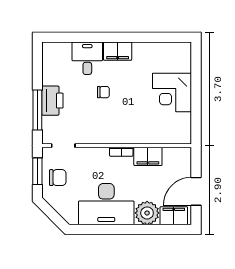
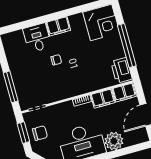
corner desk: (172, 92) -> (101, 22), moved, turned -90
window: (196, 99) -> (127, 45), added
printer: (52, 101) -> (121, 70), moved, turned 180
filing cabinet: (174, 216) -> (124, 92), moved, turned 180

